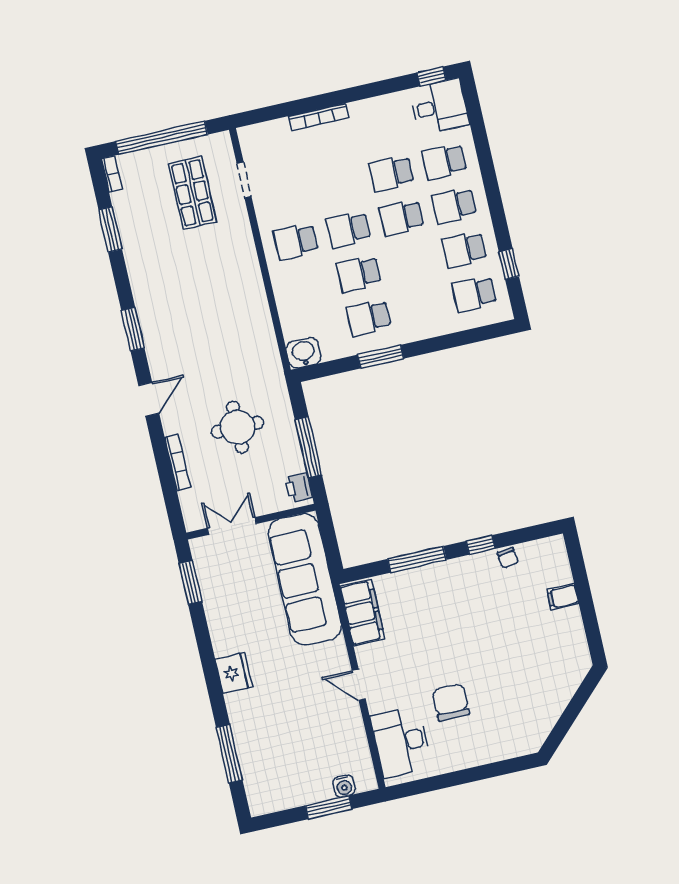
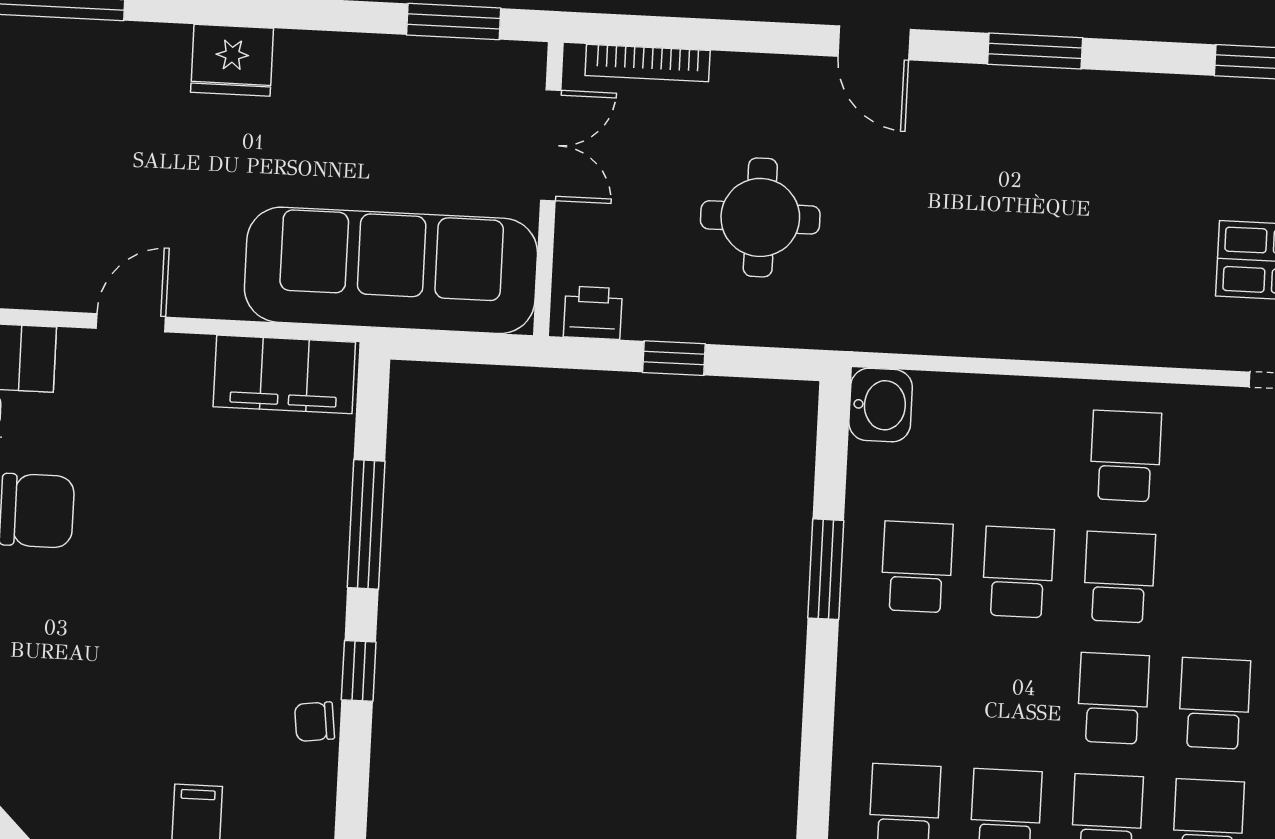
window: (308, 447) -> (674, 358), width x0.46
bookcase: (178, 462) -> (648, 63), moved

